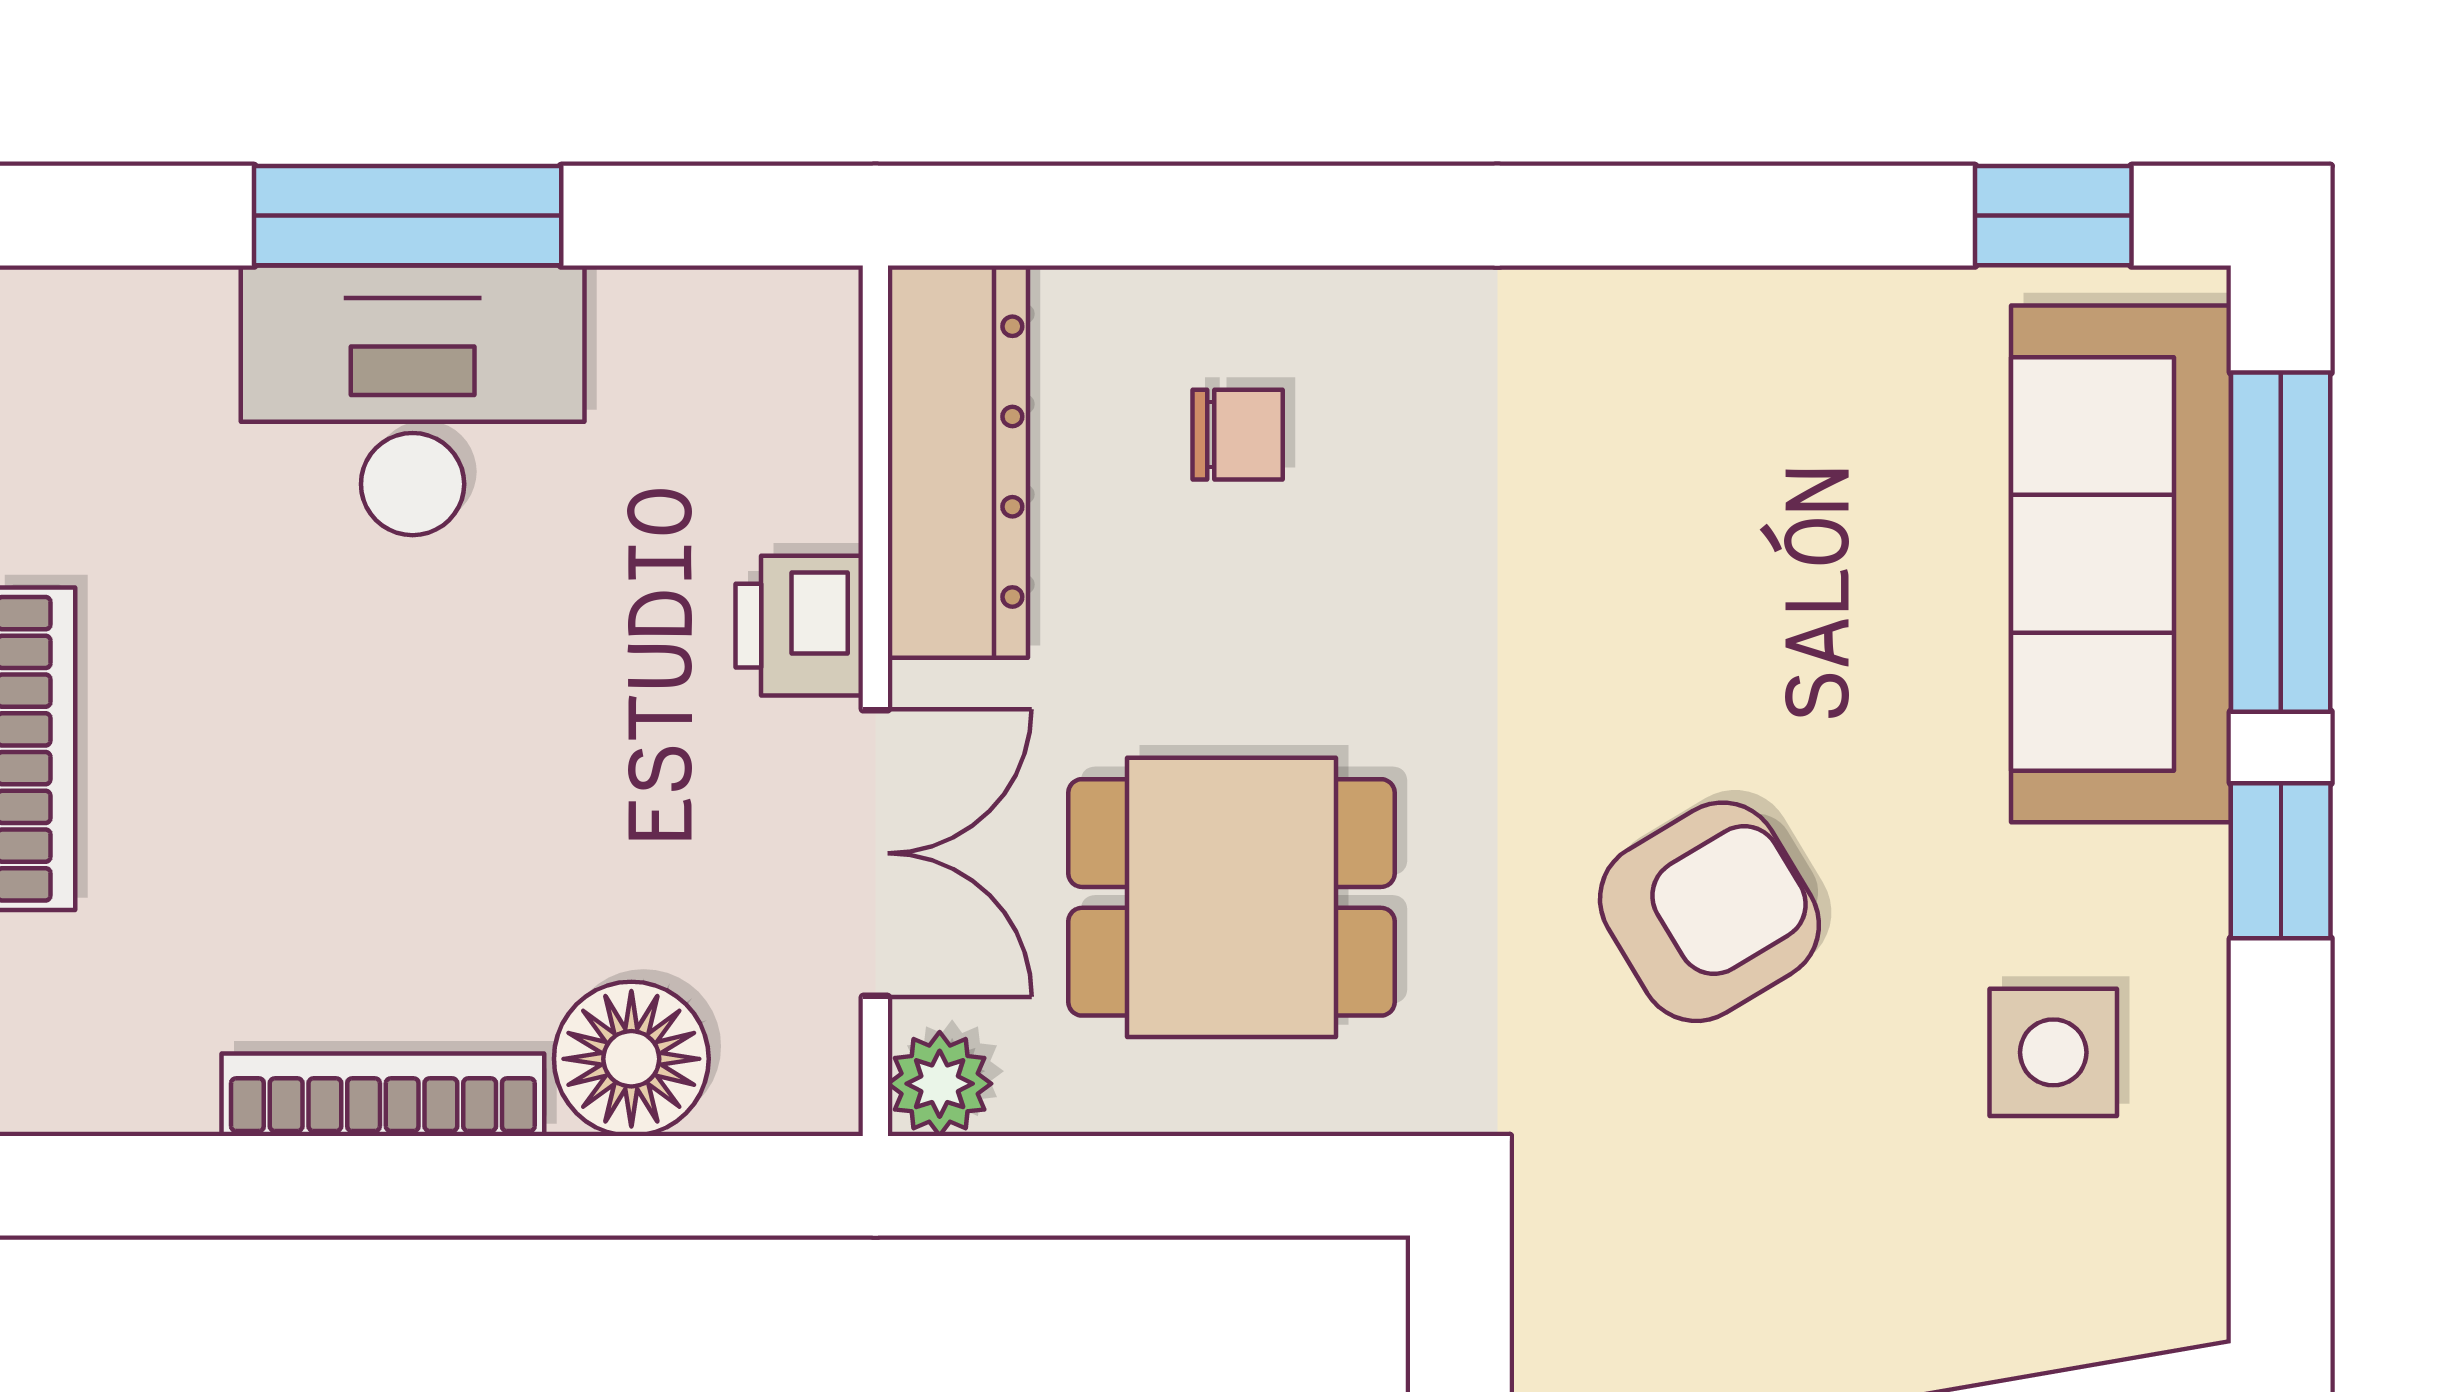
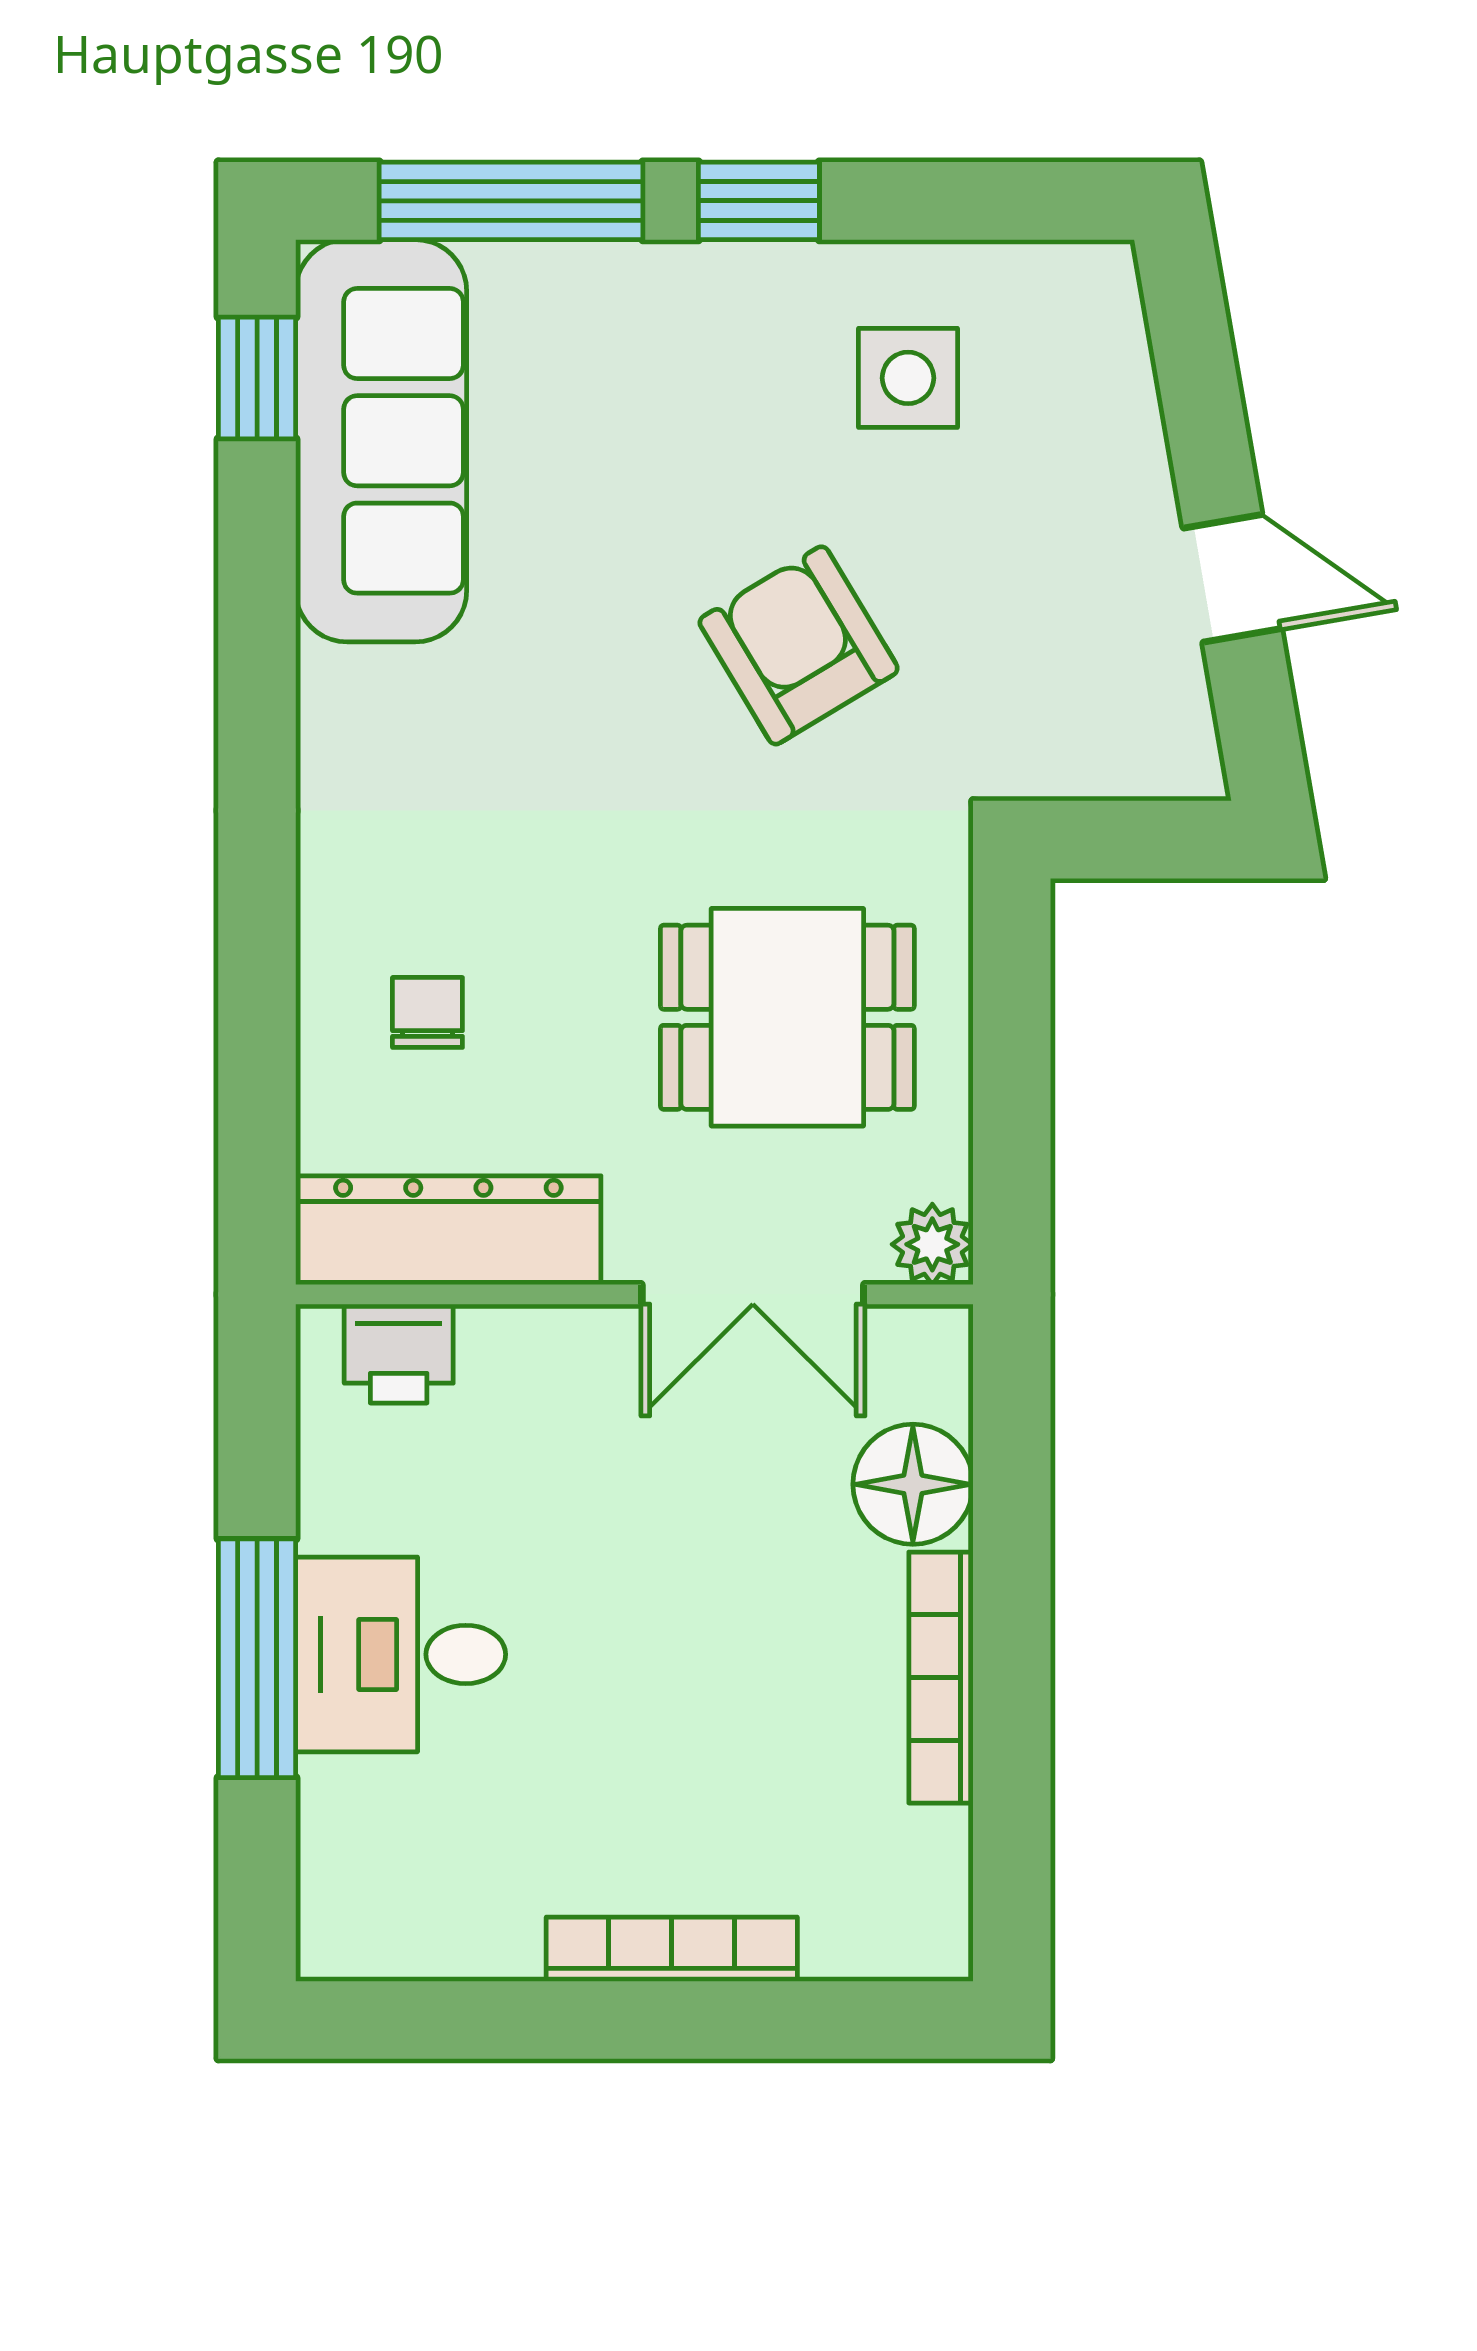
desk: (413, 400) -> (401, 1654), width x0.73
sofa: (2121, 564) -> (381, 441), moved, turned -90
printer: (799, 626) -> (399, 1354), moved
double door: (875, 853) -> (753, 1294), swing flipped
dining table: (1232, 897) -> (787, 1017), turned 90

